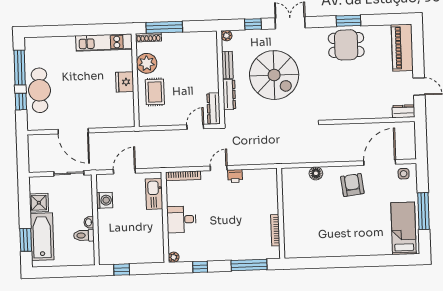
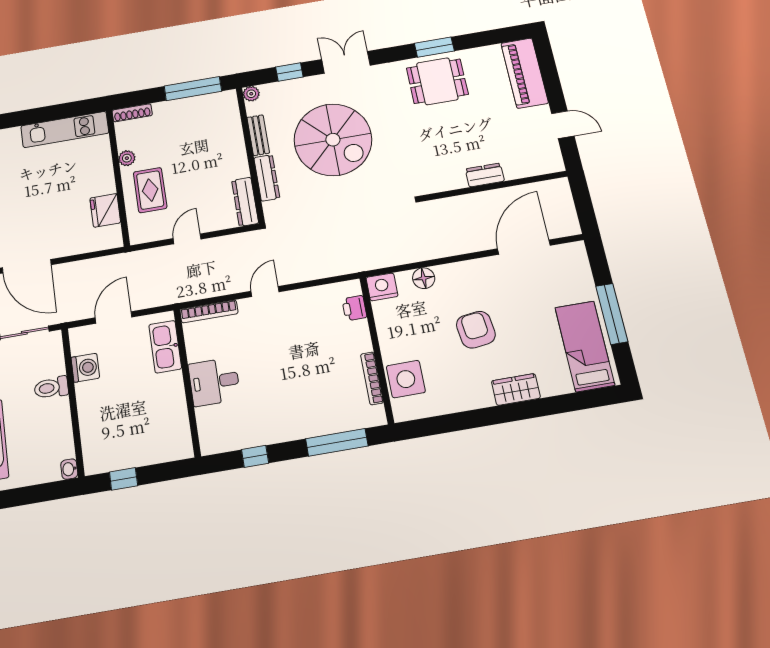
window: (164, 27) -> (193, 89), moved
plant: (147, 63) -> (127, 158), width x0.53, depth x0.53
fridge: (125, 82) -> (105, 210), moved
dresser: (404, 111) -> (485, 175), moved
door: (195, 127) -> (187, 239), moved
side table: (404, 174) -> (406, 379), moved, width x1.87, depth x1.87
nightstand: (290, 175) -> (382, 287), added
printer: (235, 176) -> (354, 308), moved, turned 90
armchair: (352, 185) -> (476, 330), moved
washbasin: (89, 222) -> (69, 469), moved
toilet: (84, 235) -> (51, 388), moved
wardrobe: (358, 248) -> (516, 389), added
plant: (174, 257) -> (209, 446), removed

